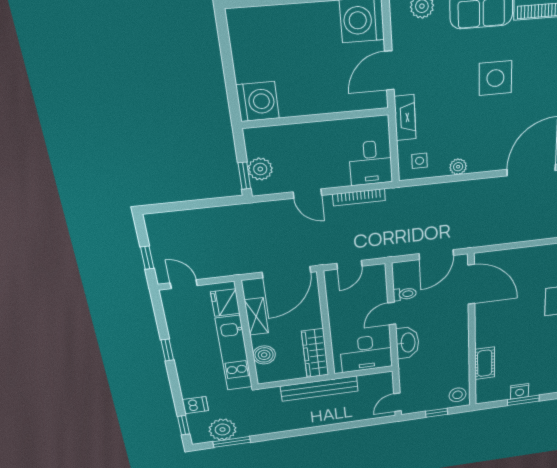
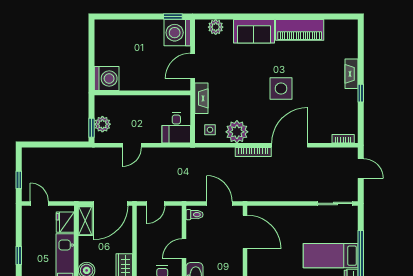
side table: (495, 78) -> (281, 89), moved
plant: (458, 167) -> (237, 132), width x1.88, depth x1.88
door: (307, 194) -> (132, 145), hinge flipped
bookcase: (359, 197) -> (253, 152), moved
door: (436, 255) -> (219, 203), swing flipped
toilet: (405, 294) -> (195, 215), moved
shelving: (256, 316) -> (85, 221), moved

